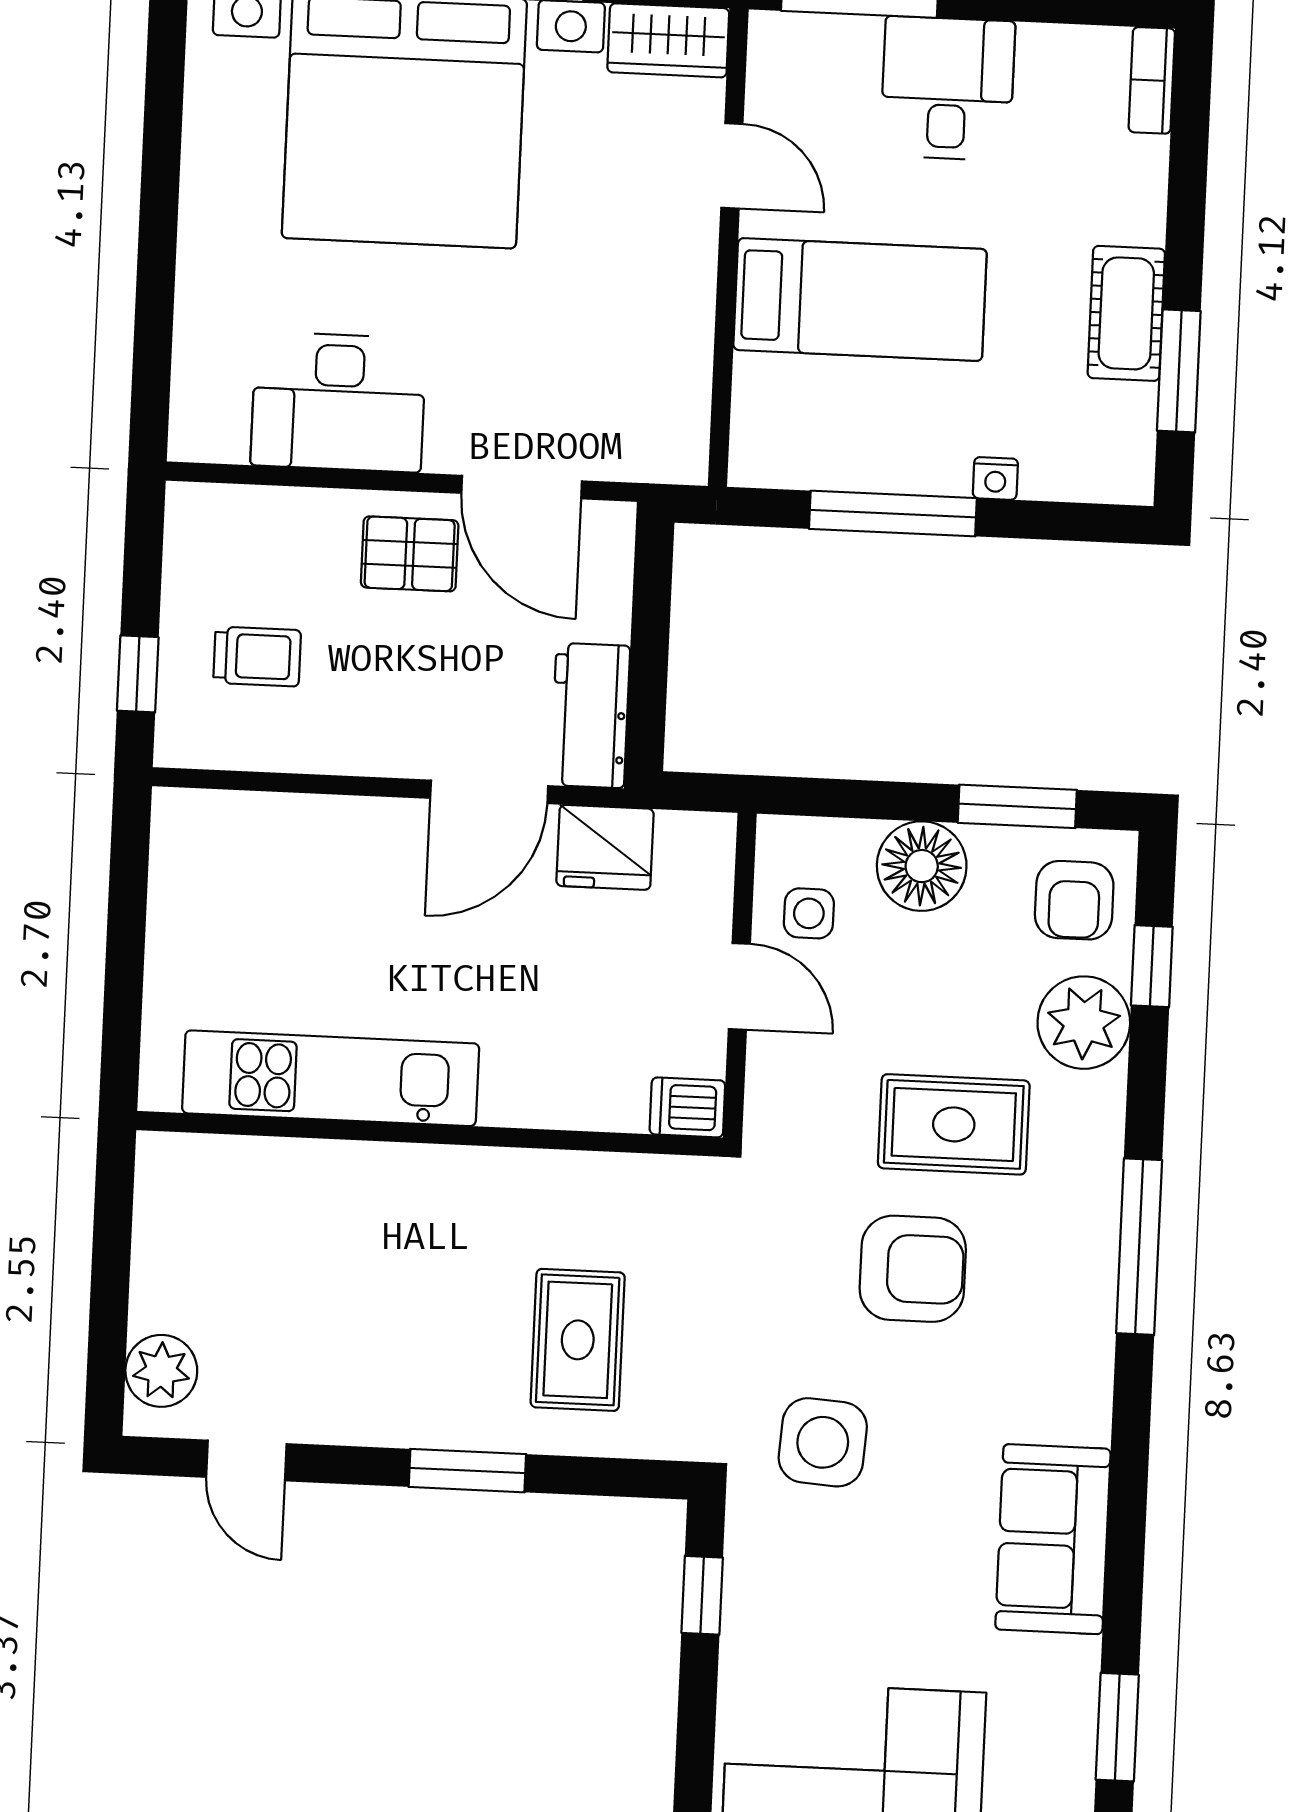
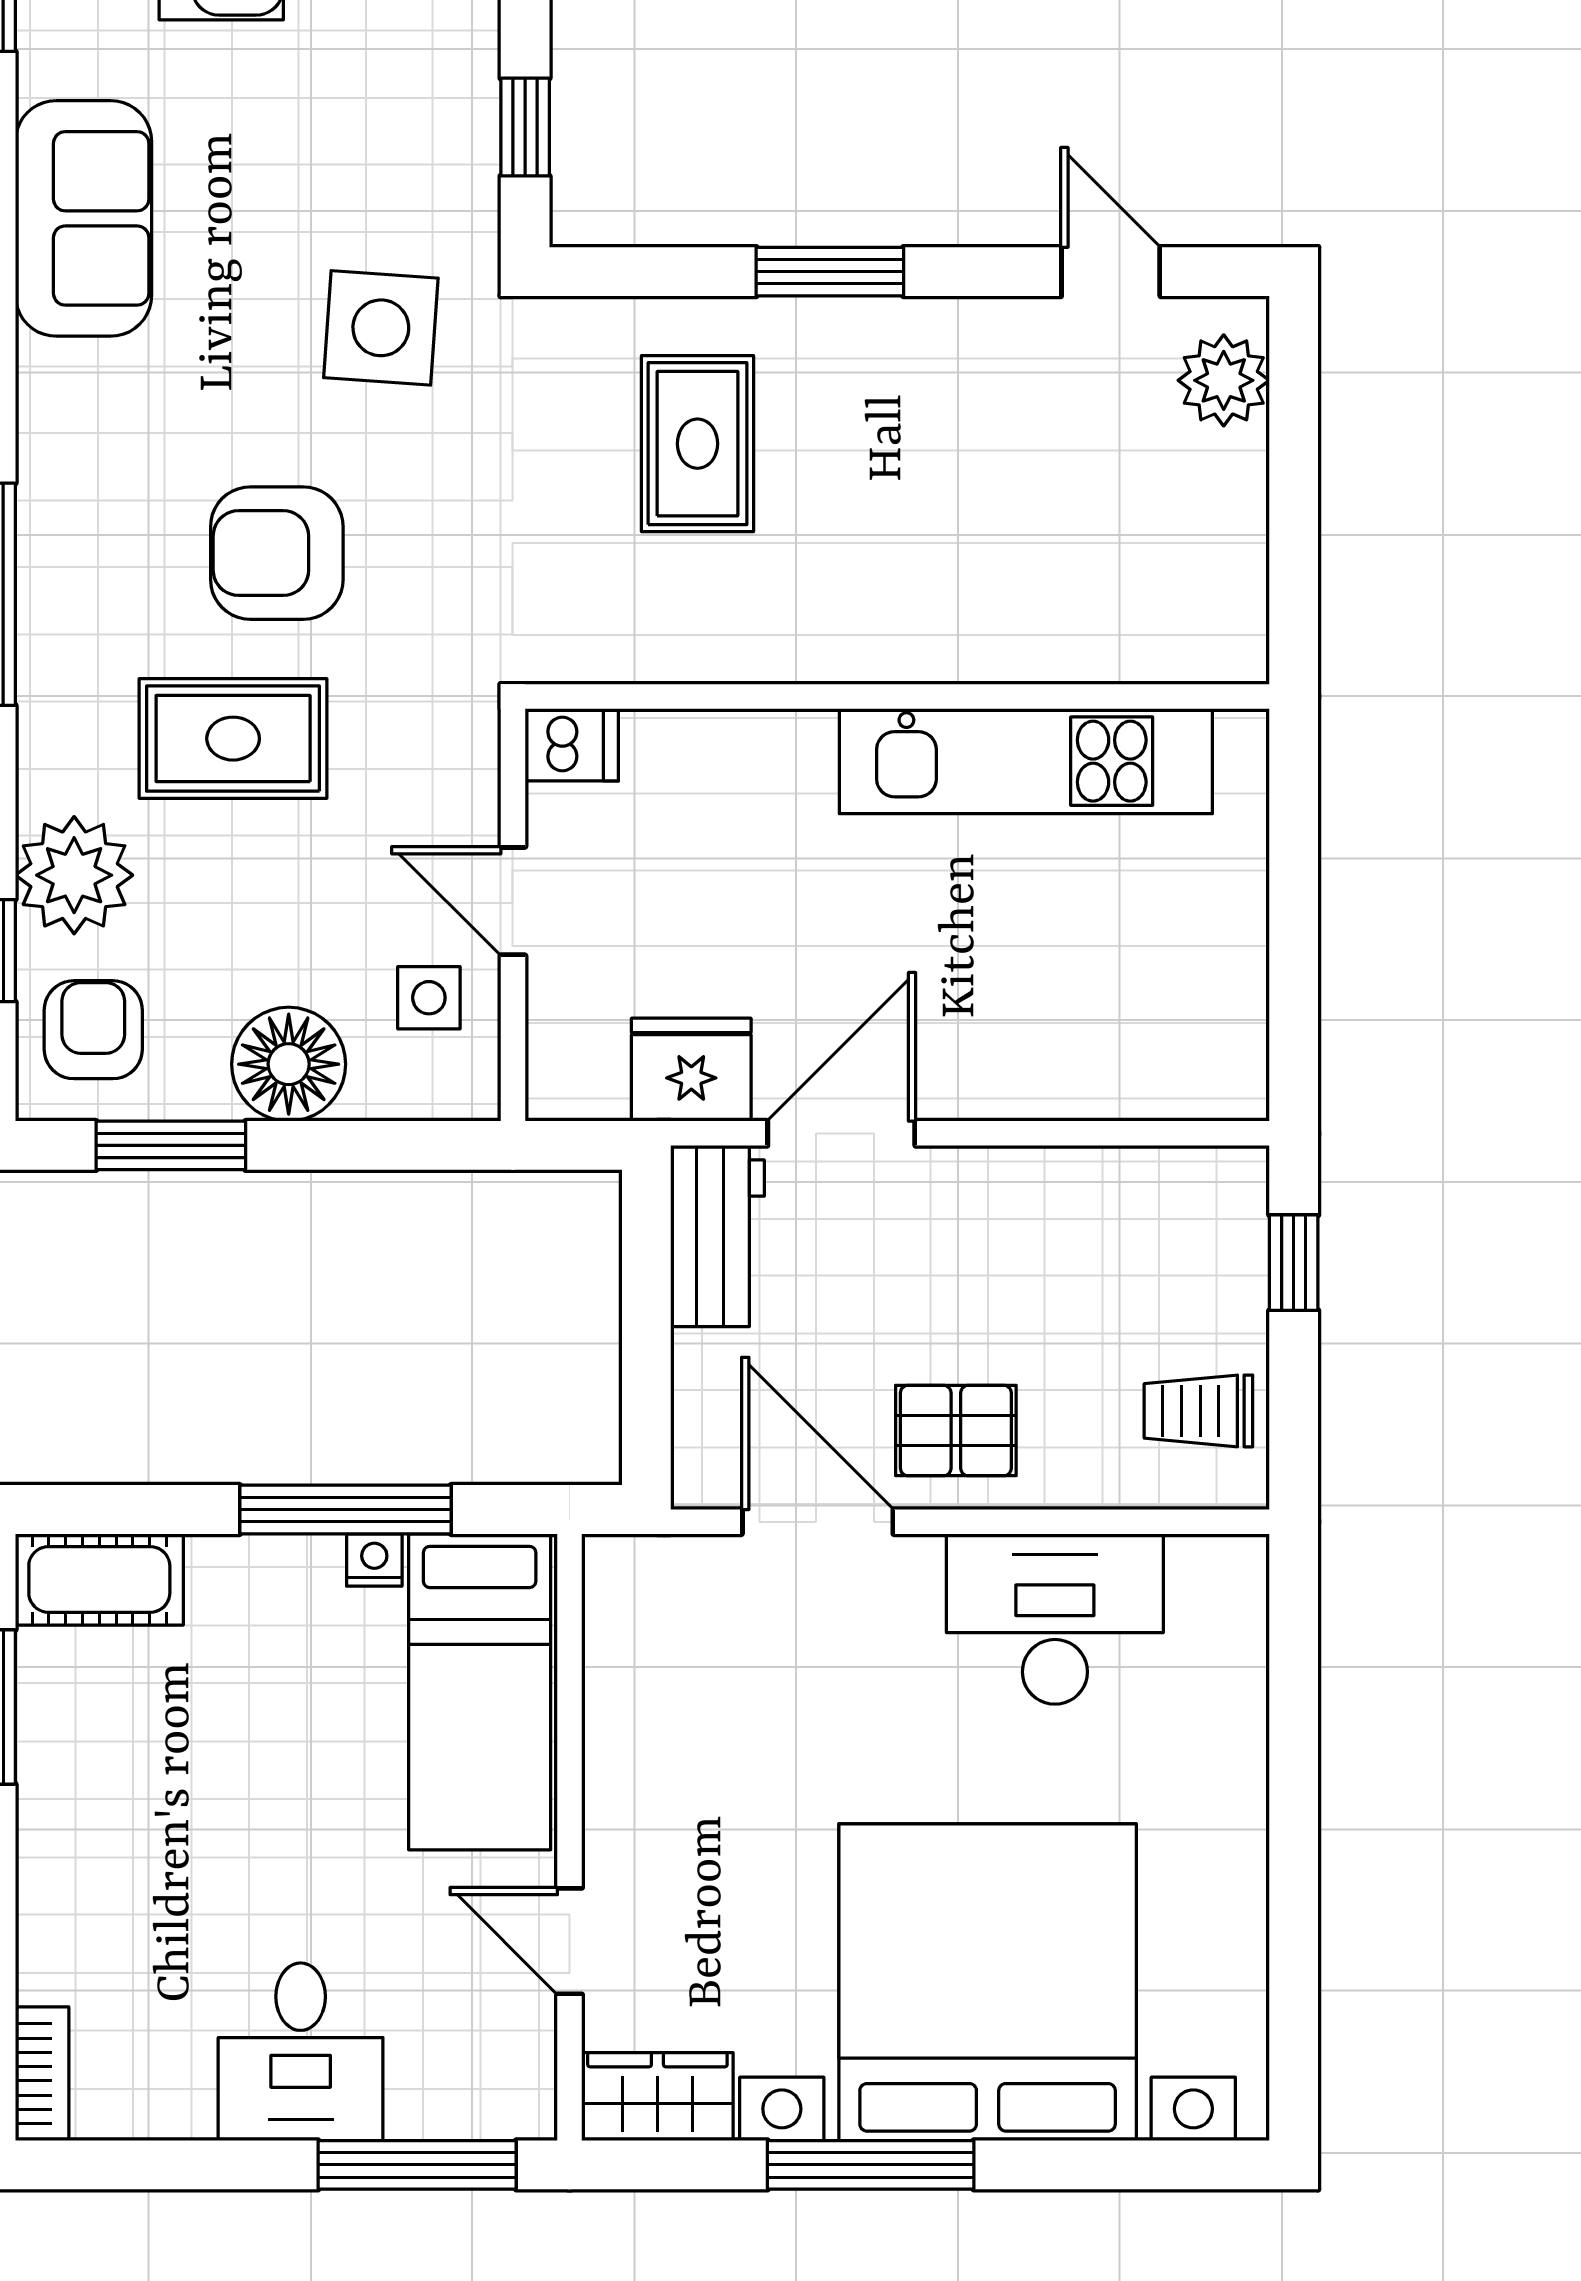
bed: (860, 300) -> (480, 1692), moved, turned -90
cot: (1126, 313) -> (99, 1579), moved, turned 90
nightstand: (995, 478) -> (374, 1560), moved
trolley: (257, 657) -> (1198, 1411), moved

